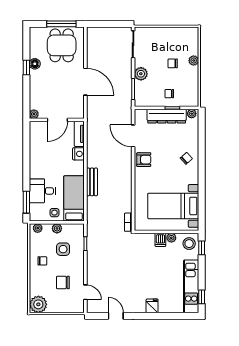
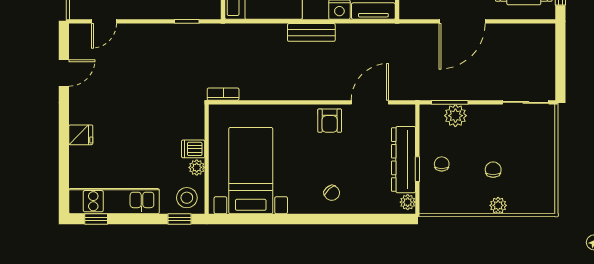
plant: (141, 74) -> (455, 116), moved
bench: (92, 182) -> (311, 32), moved

